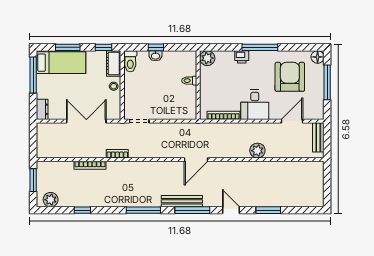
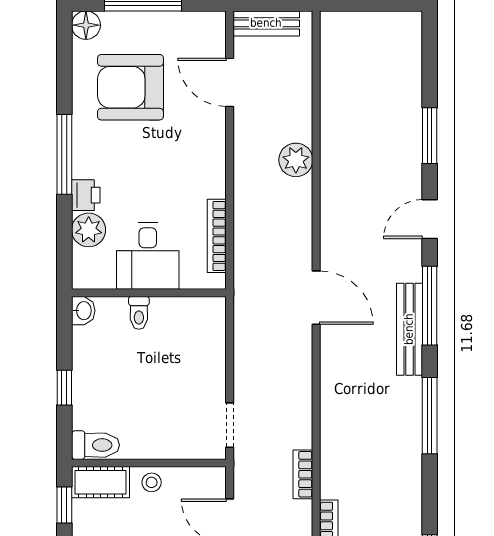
washbasin: (156, 56) -> (83, 311), moved
plant: (207, 58) -> (89, 230), moved
desk: (255, 105) -> (148, 256), moved, turned 90

